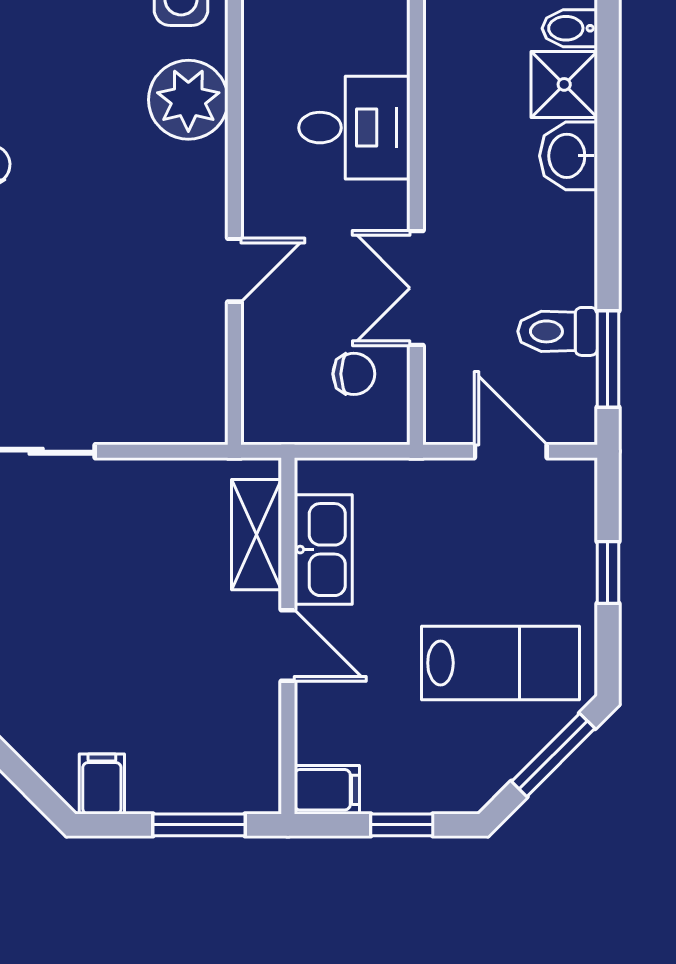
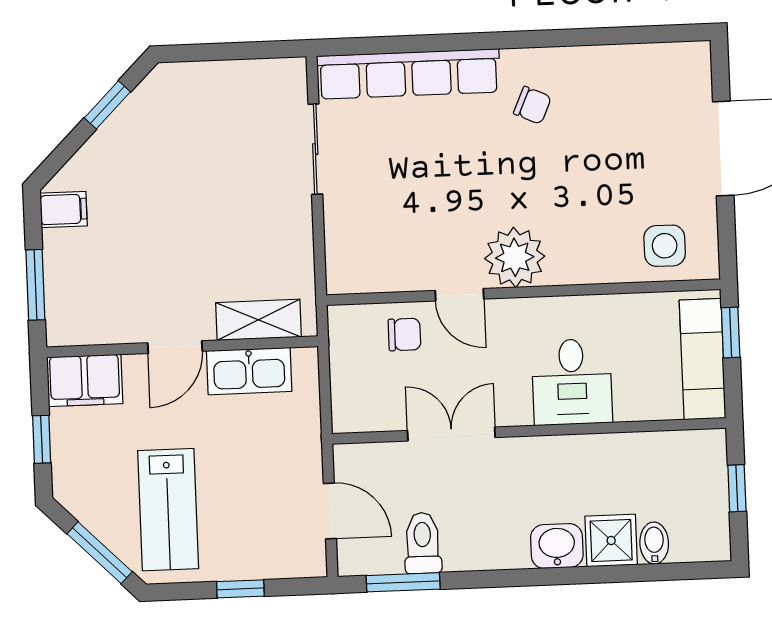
plant: (188, 100) -> (515, 257), moved
chair: (354, 374) -> (404, 334), moved, turned -90
door: (511, 451) -> (330, 511), hinge flipped
filing cabinet: (327, 790) -> (85, 380), width x2.00

